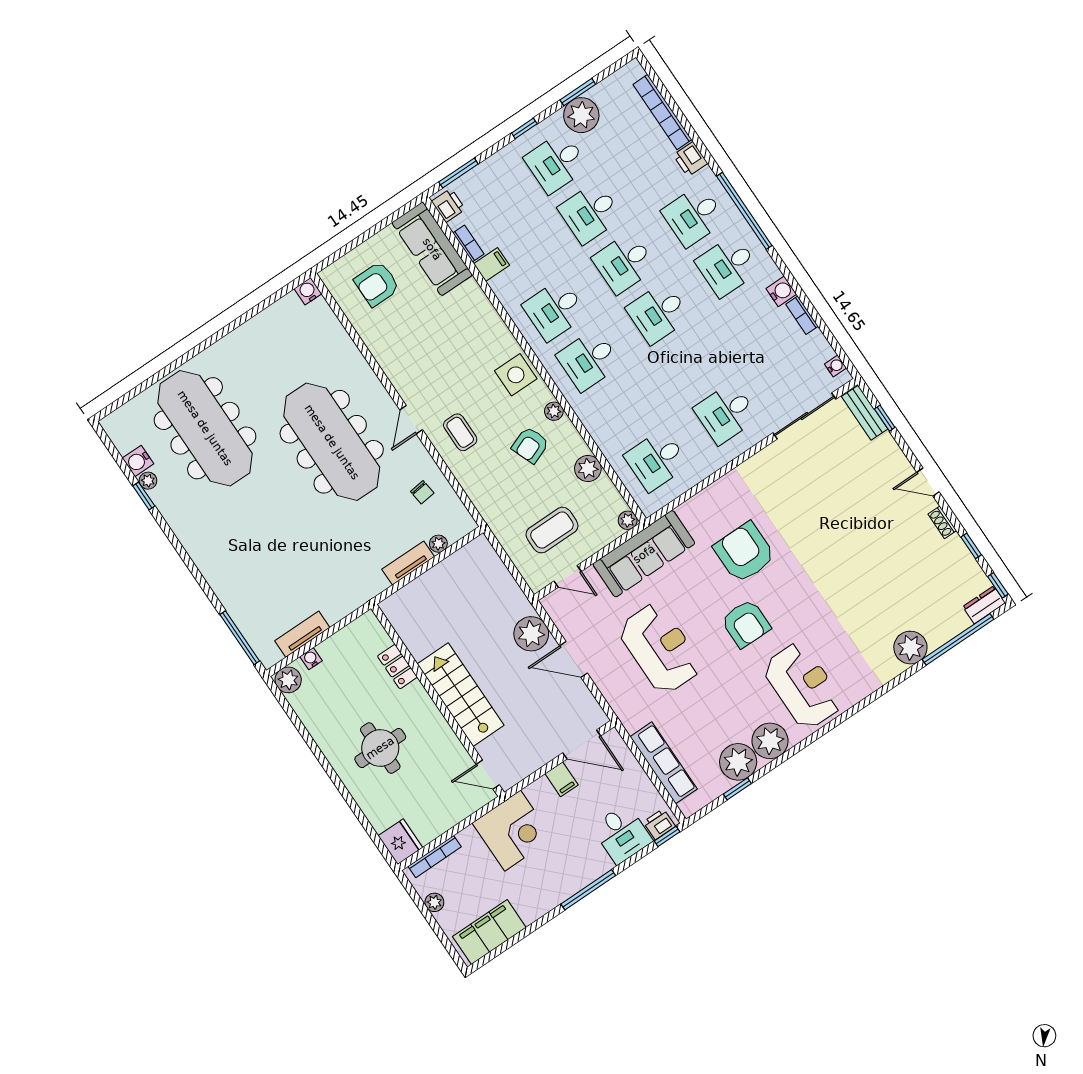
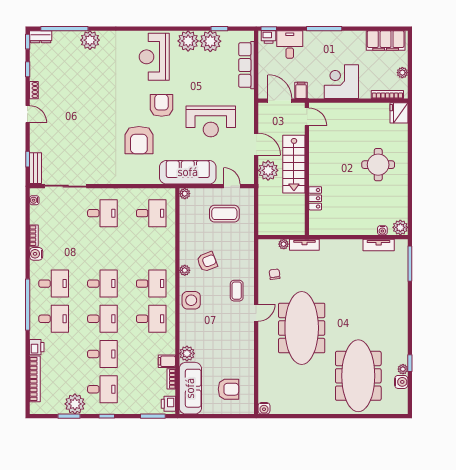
plant: (588, 468) -> (187, 353), moved
reception desk: (660, 648) -> (211, 121), turned -90
locker: (397, 667) -> (315, 198), moved
stairs: (461, 695) -> (294, 164), moved
wall: (438, 700) -> (307, 169), moved
door: (488, 775) -> (307, 117), moved

